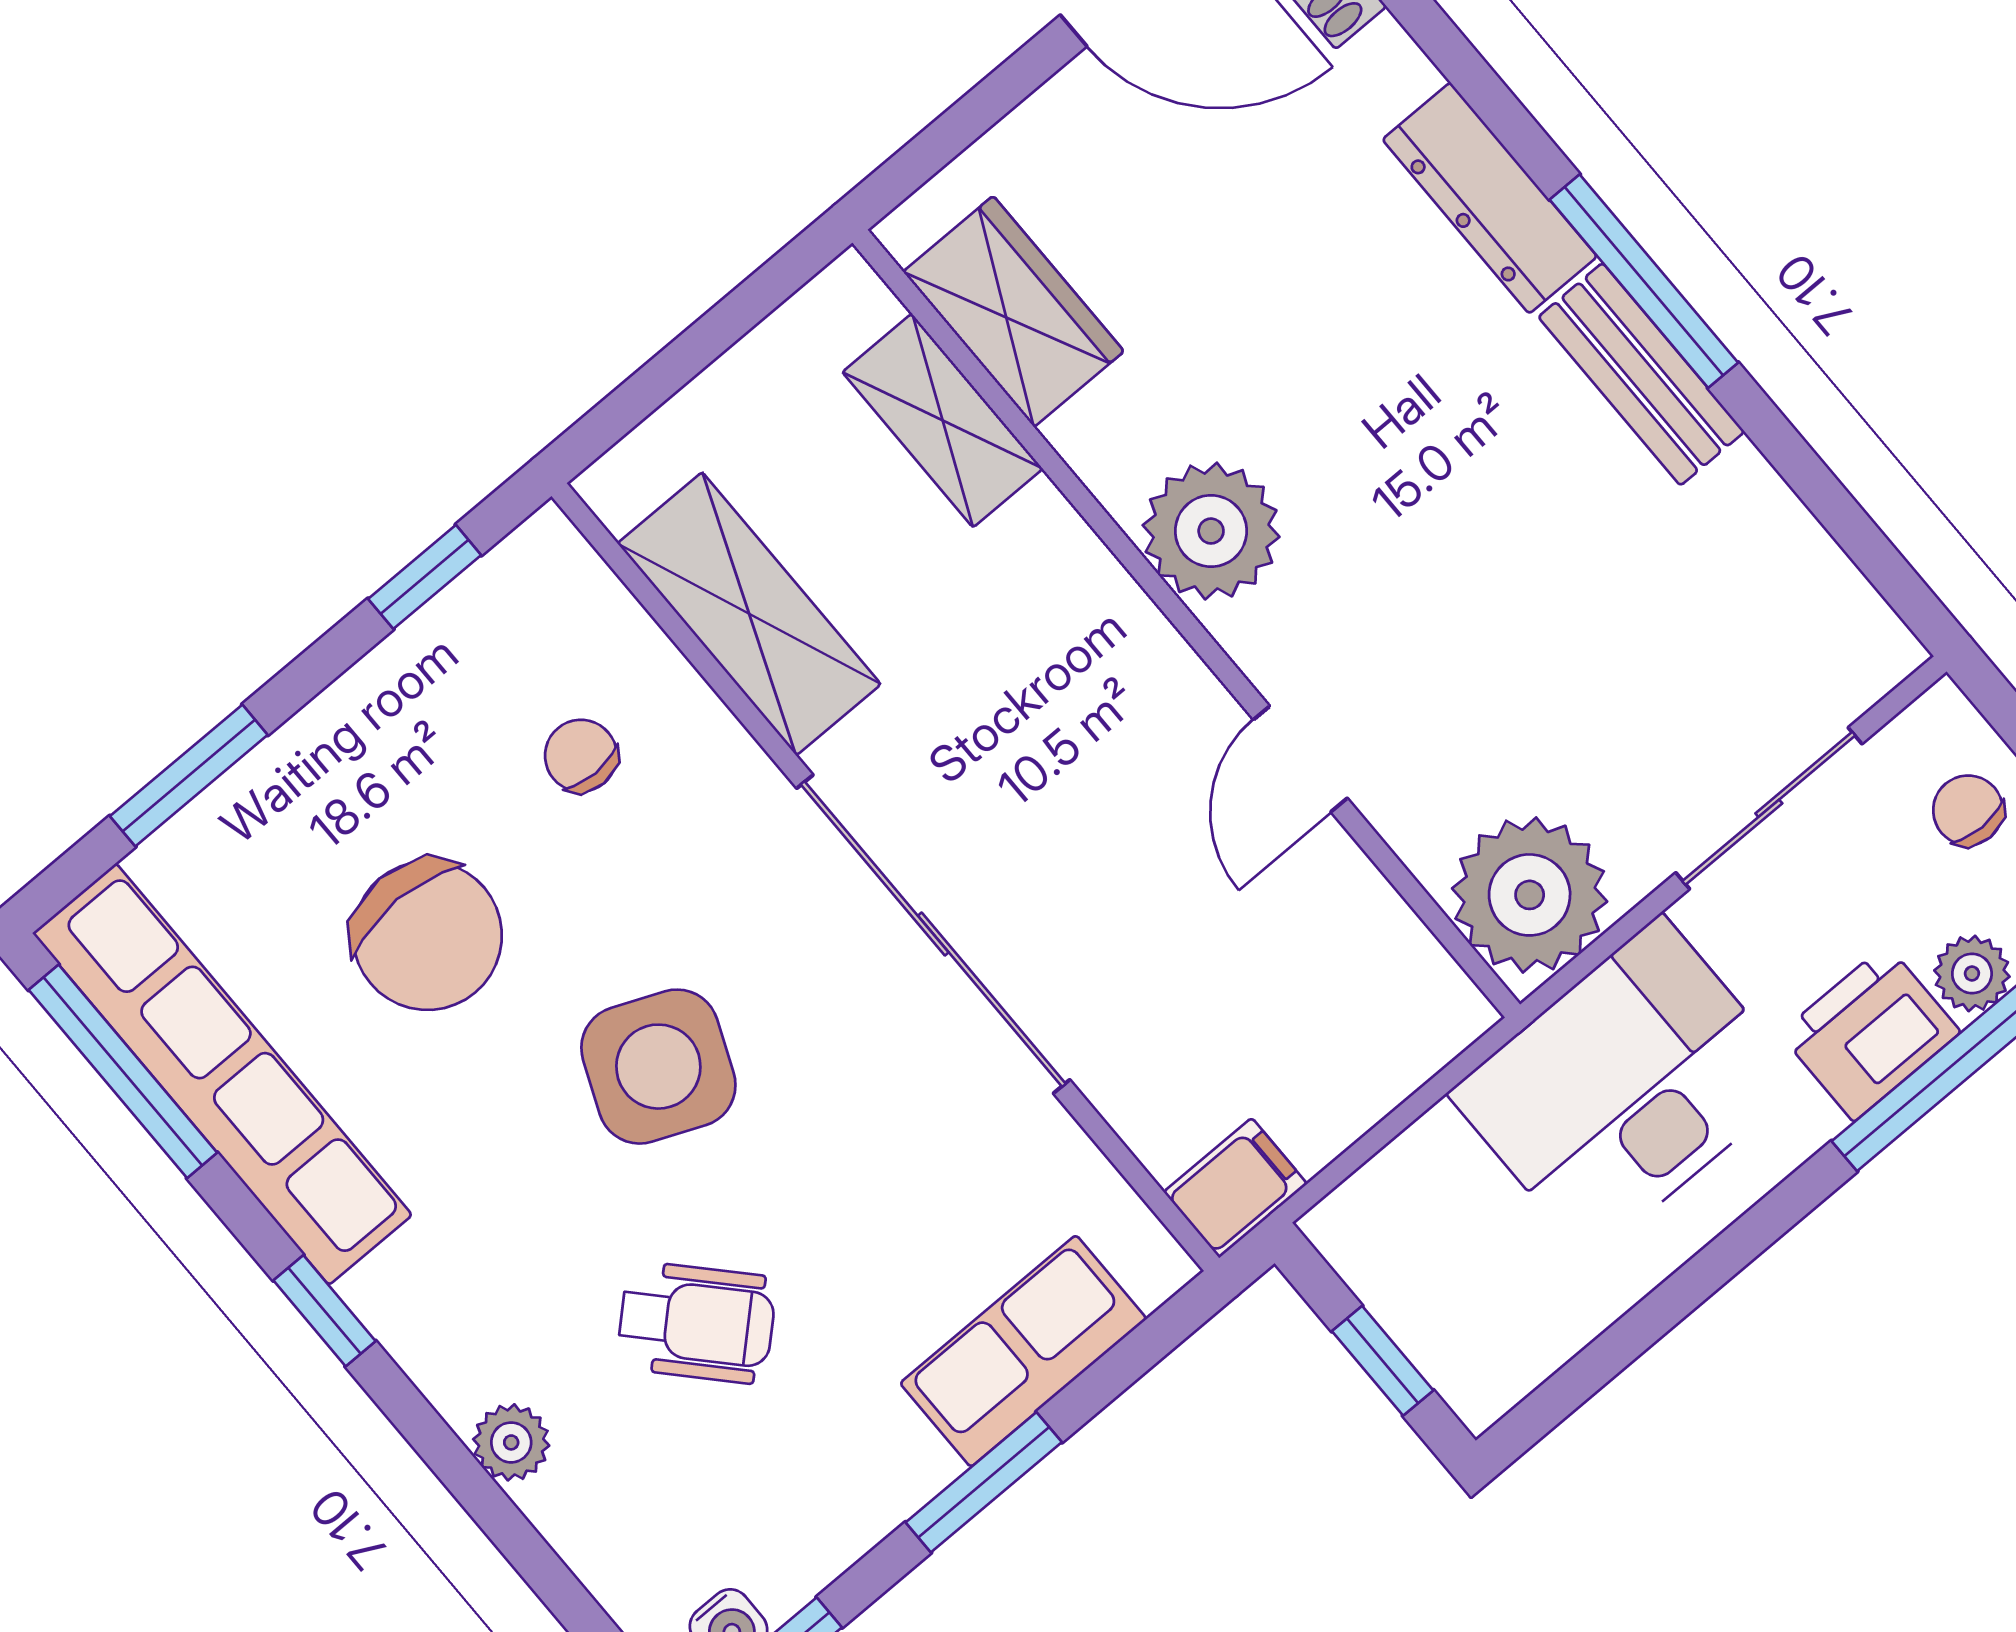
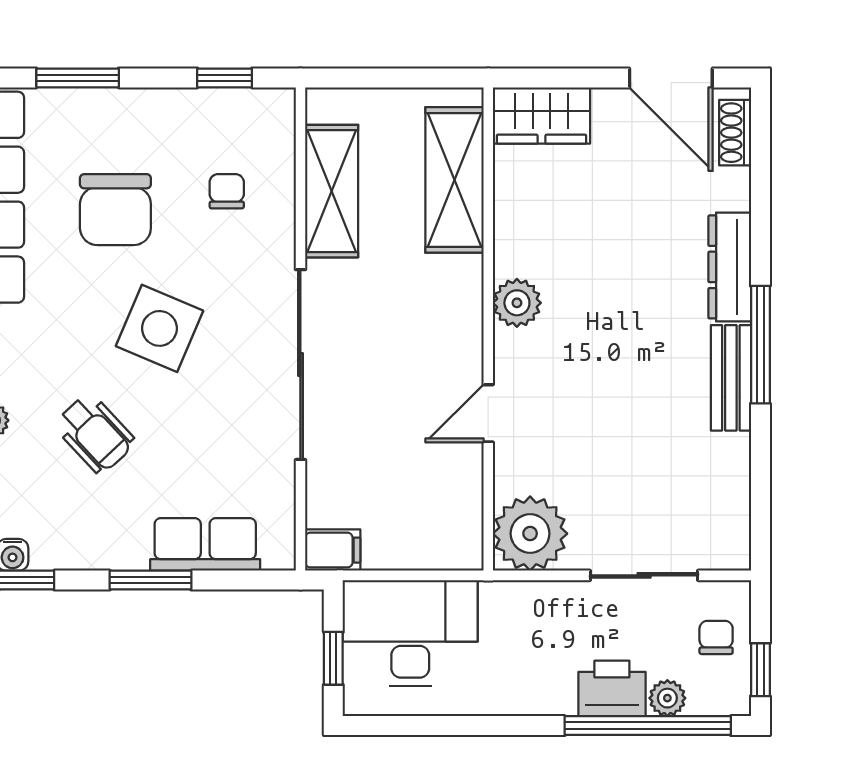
wardrobe: (1013, 311) -> (541, 115), moved, turned 90
shelving: (943, 420) -> (454, 180), width x1.50, depth x1.33
plant: (1211, 531) -> (517, 303), width x0.73, depth x0.73
desk: (1625, 1087) -> (410, 633), moved

